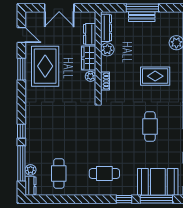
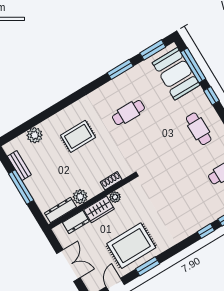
bench: (142, 17) -> (19, 165), moved
rug: (155, 76) -> (78, 136), turned 90

